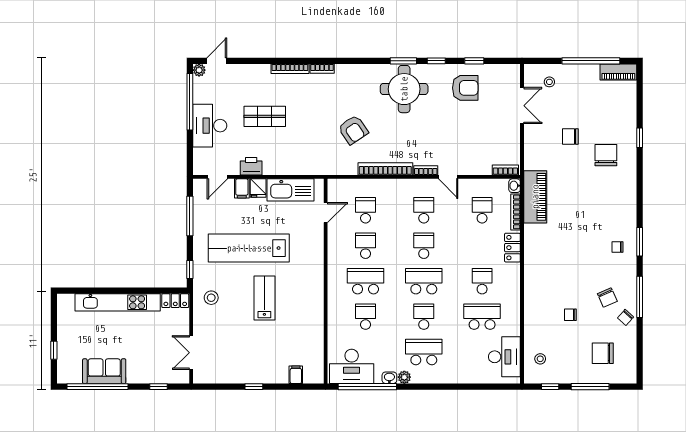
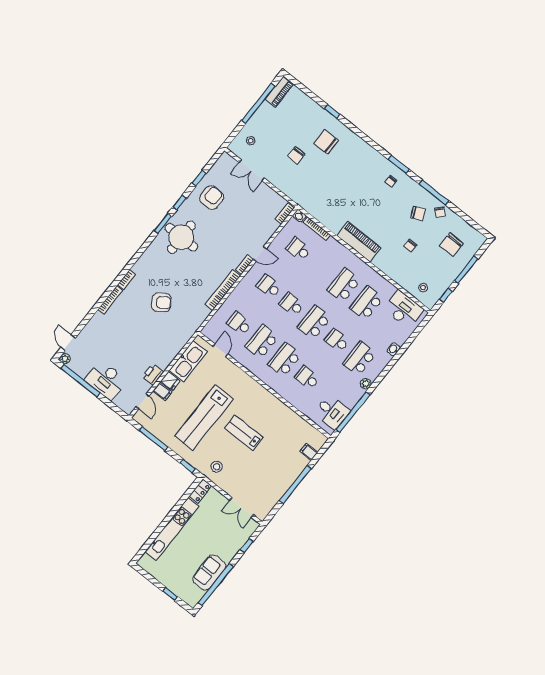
double door: (522, 106) -> (252, 170), swing flipped
shop shelf: (265, 116) -> (128, 340), removed
armchair: (353, 130) -> (161, 302), moved
piano: (535, 197) -> (359, 242), moved
school desk: (366, 246) -> (262, 342), width x1.85
locker: (512, 248) -> (338, 249), removed
school desk: (482, 281) -> (344, 285), width x1.85
desk: (352, 366) -> (332, 412), width x0.73
washbasin: (389, 378) -> (394, 349), moved
window: (254, 387) -> (295, 485), width x3.17

